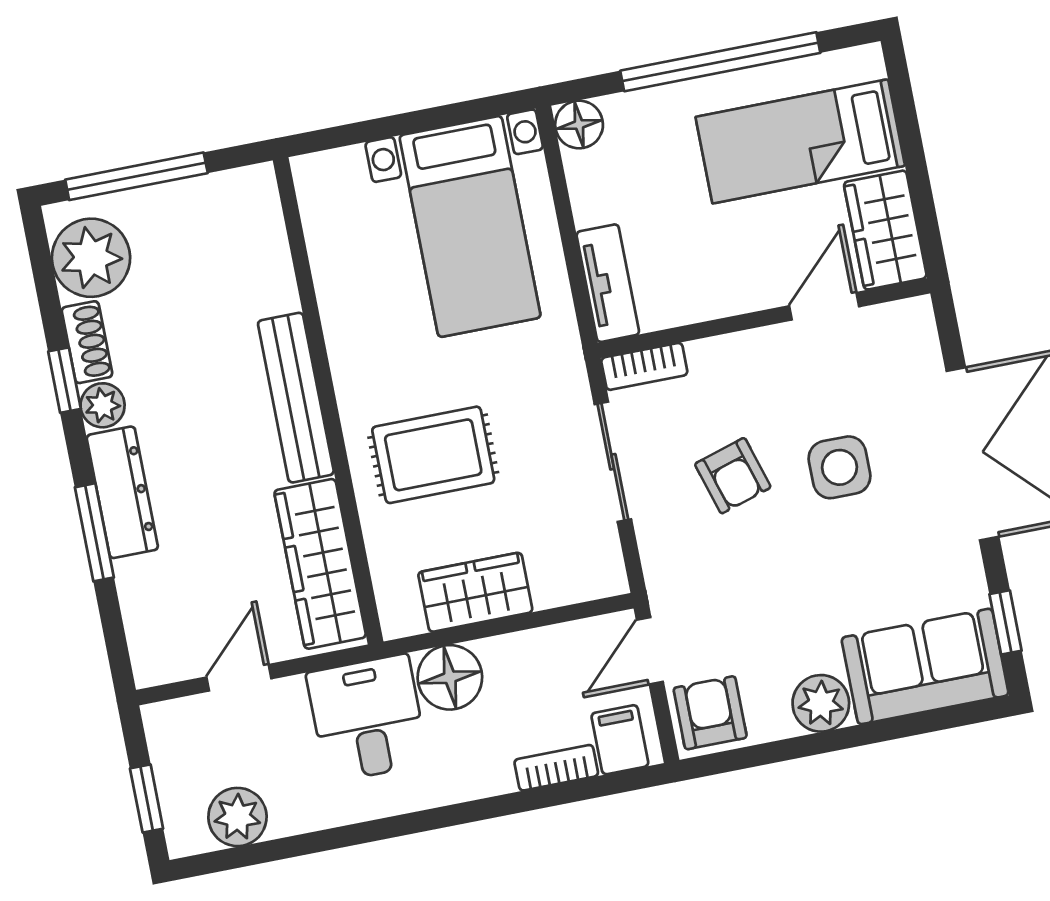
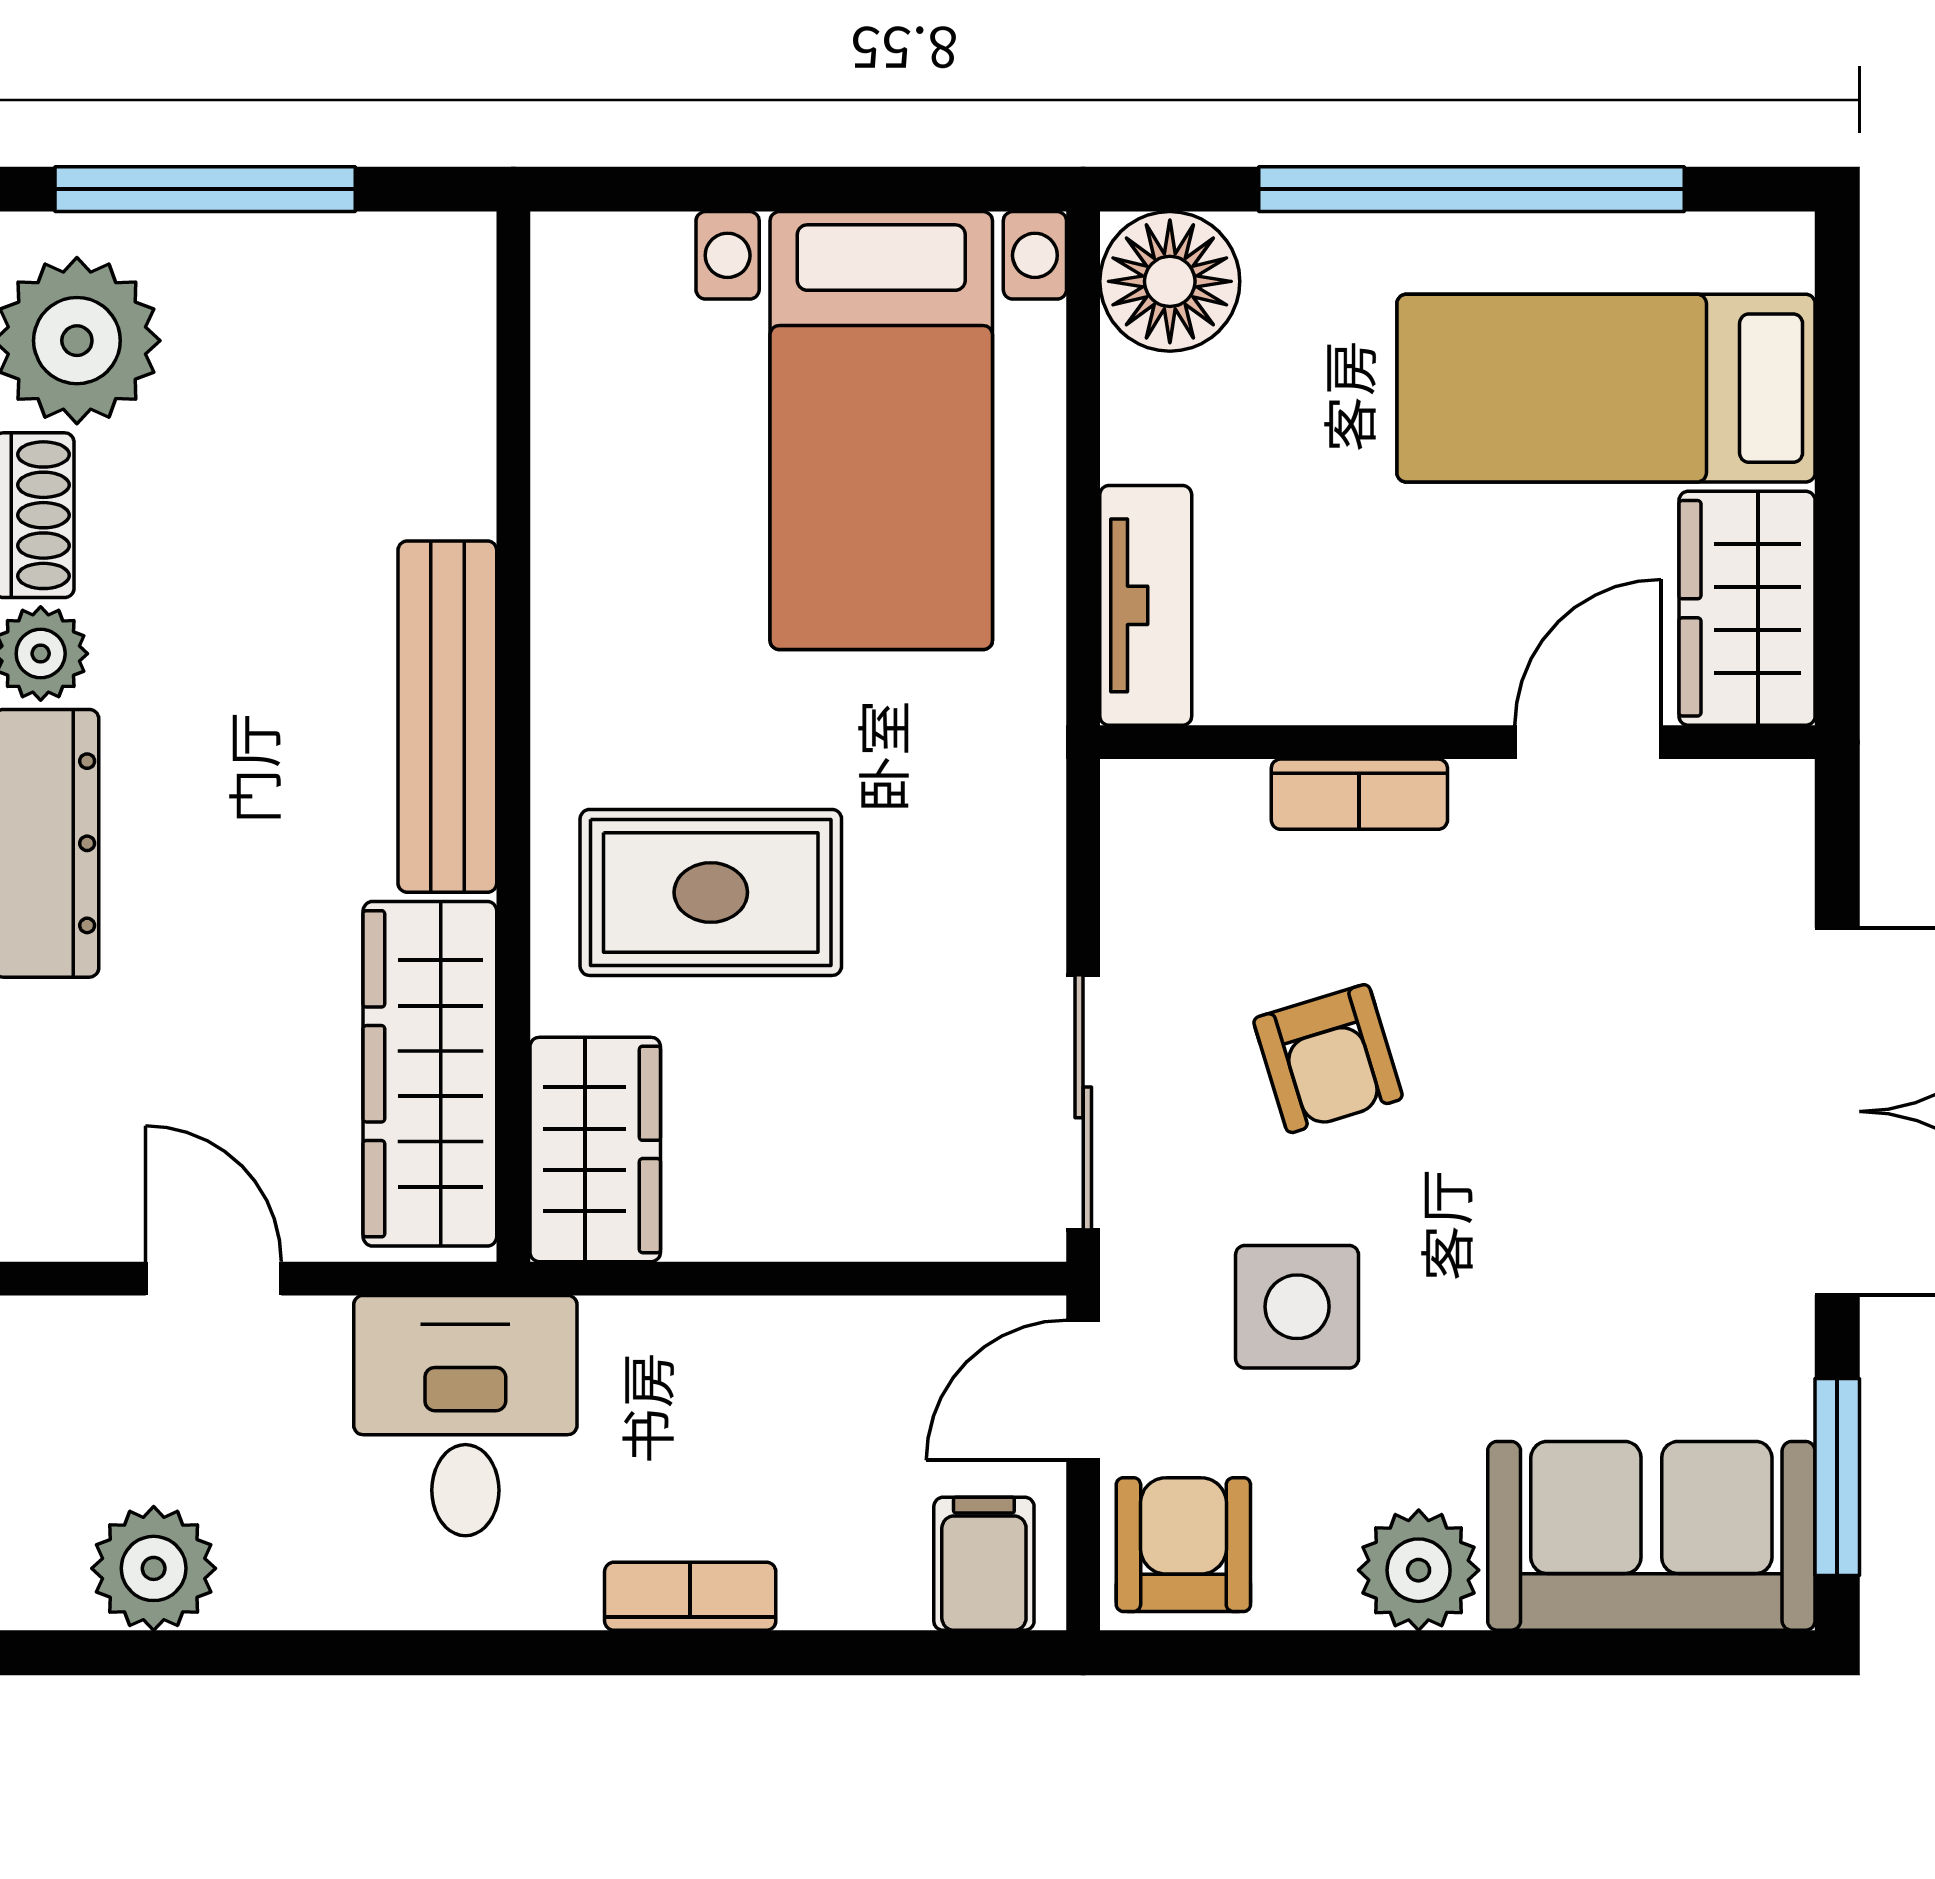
floor lamp: (579, 125) -> (1170, 281), width x1.38, depth x1.38
bookcase: (644, 366) -> (1359, 794), moved
sliding door: (613, 462) -> (1083, 1102), moved
side table: (839, 467) -> (1297, 1307), moved
wardrobe: (475, 592) -> (595, 1149), moved, turned 90
window: (1005, 622) -> (1837, 1477), width x1.50
floor lamp: (450, 677) -> (654, 1364), removed
door: (239, 678) -> (213, 1279), hinge flipped
bookcase: (556, 768) -> (690, 1596), moved

